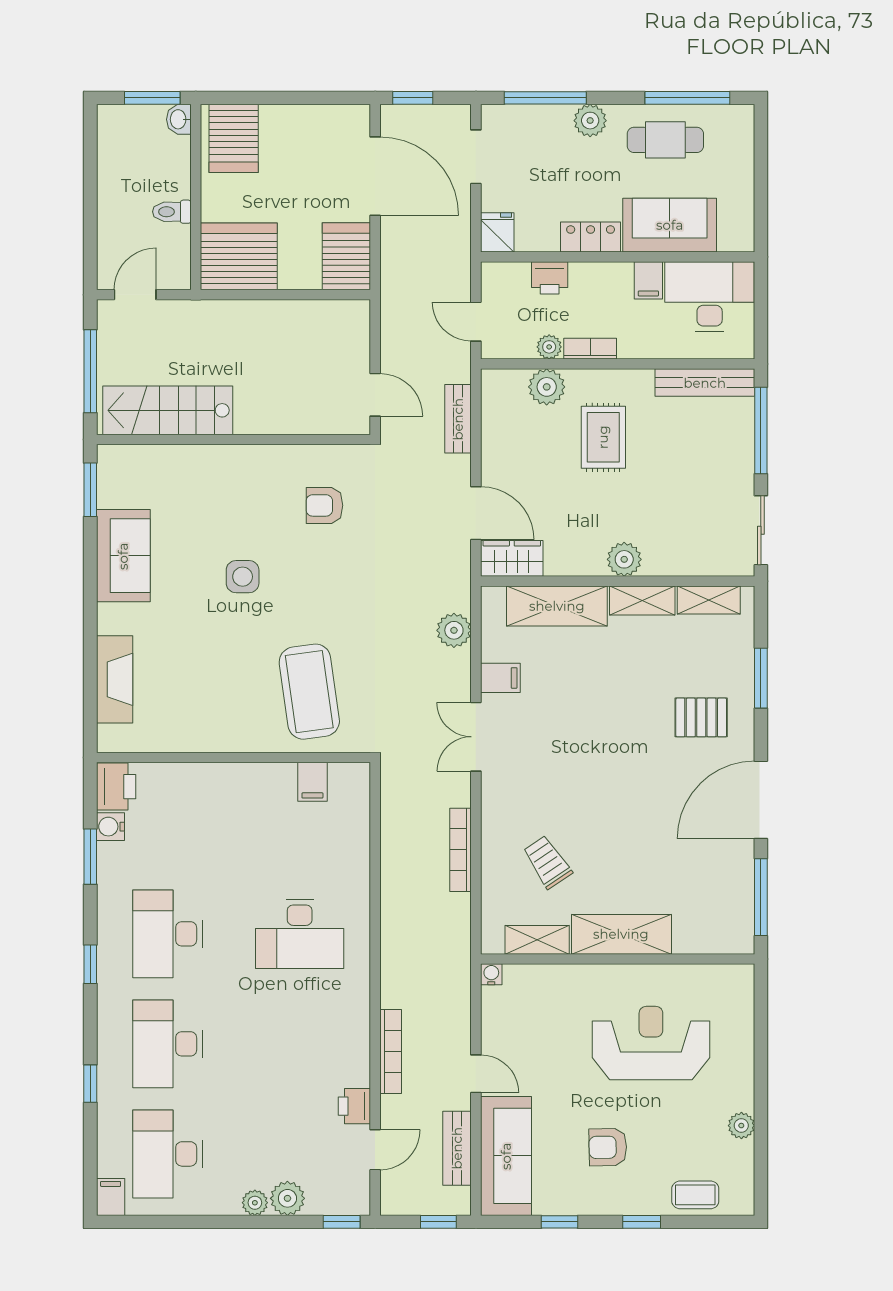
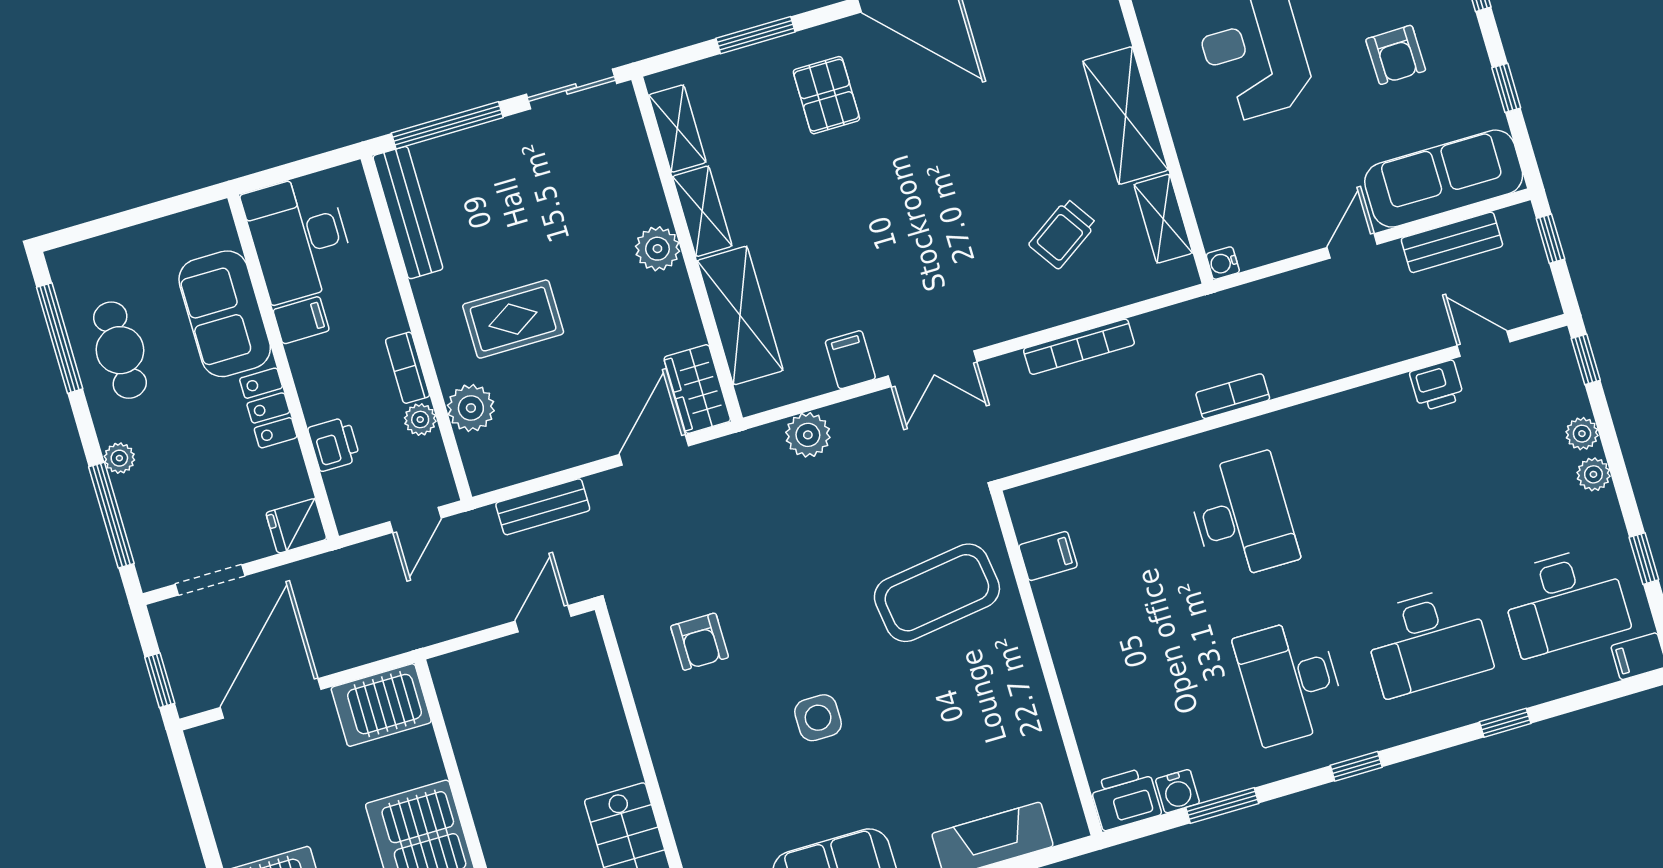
plant: (590, 121) -> (119, 458), width x0.73, depth x0.73
desk: (167, 934) -> (1290, 681), turned 90
bookcase: (391, 1051) -> (1233, 396), moved, width x0.64
plant: (287, 1198) -> (1582, 434), width x0.73, depth x0.73
window: (182, 1222) -> (1644, 559), added

